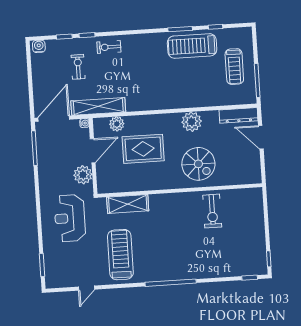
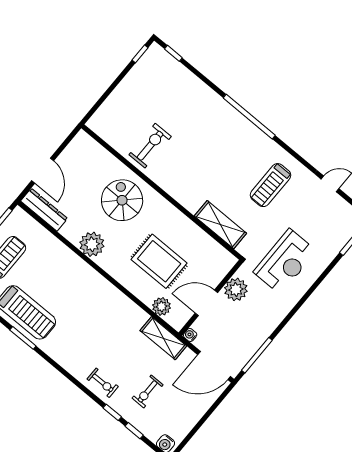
shelving: (98, 106) -> (163, 338), width x0.68
treadmill: (120, 255) -> (270, 185), width x0.73, depth x0.73

